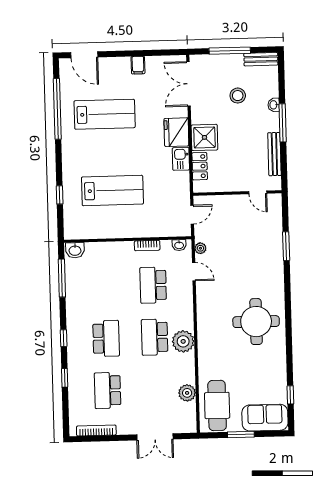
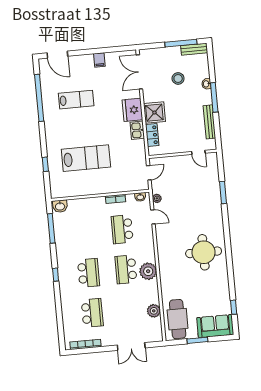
window: (230, 51) -> (181, 43), moved
lab bench: (105, 114) -> (76, 100), width x0.73, depth x0.72
window: (65, 378) -> (58, 305), removed
school desk: (108, 390) -> (92, 313), turned 180

